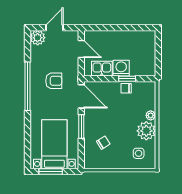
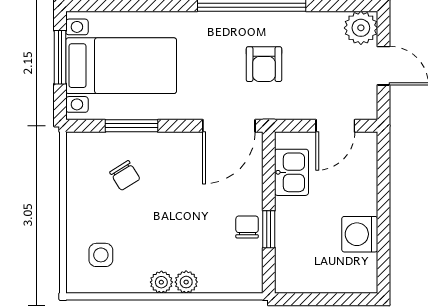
washing machine: (121, 68) -> (360, 234), moved, turned 180
window: (81, 126) -> (132, 126), moved
plant: (146, 131) -> (161, 282), width x0.53, depth x0.53

